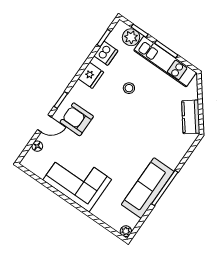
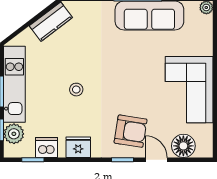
stool: (129, 88) -> (76, 90), moved
armchair: (77, 119) -> (131, 131), turned -81
floor lamp: (37, 146) -> (183, 146), width x1.89, depth x1.89

